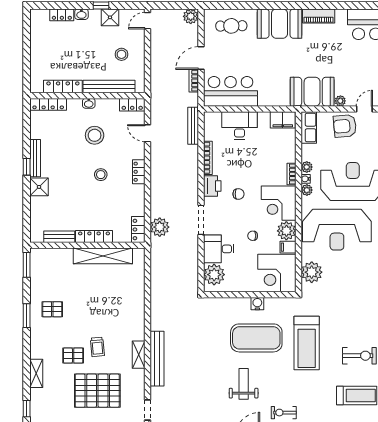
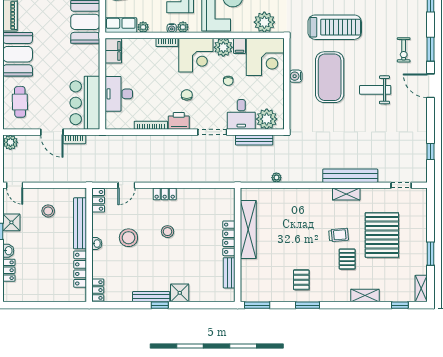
locker: (48, 104) -> (98, 290), width x0.66
bench: (193, 126) -> (254, 140), moved
plant: (307, 167) -> (143, 27), moved
plant: (160, 227) -> (276, 178), moved, width x0.53, depth x0.53
locker: (138, 230) -> (222, 194), removed

